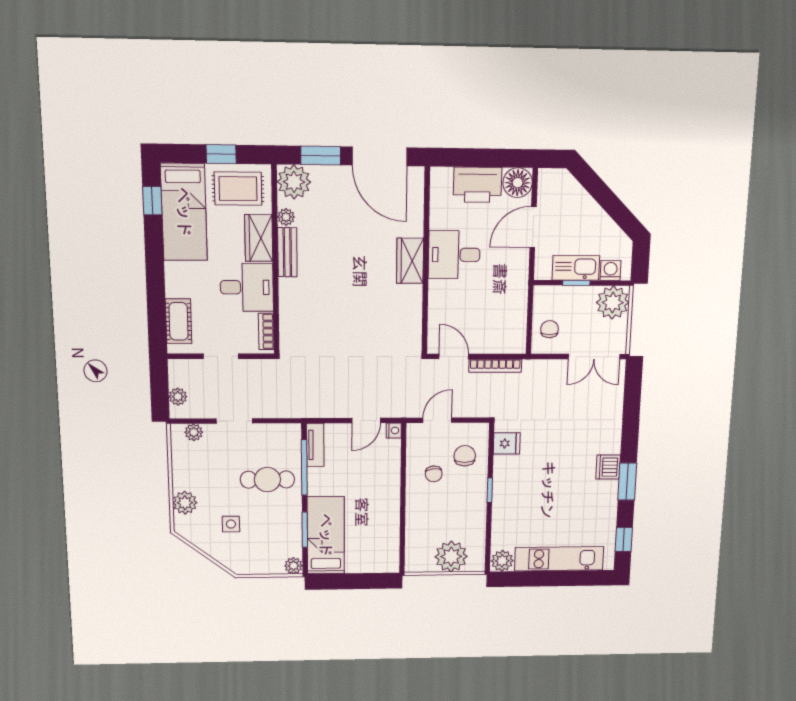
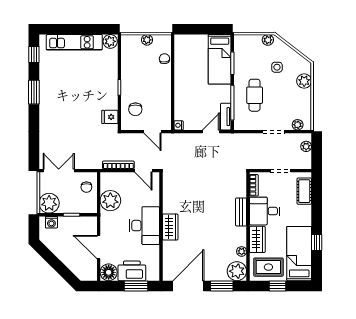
door: (380, 156) -> (188, 286), hinge flipped
window: (471, 158) -> (136, 286), added
window: (152, 201) -> (317, 242), moved
door: (533, 227) -> (99, 247), swing flipped
bench: (287, 252) -> (241, 212), moved
desk: (454, 255) -> (144, 226), width x1.37
kitchen sink: (576, 268) -> (72, 224), removed
plant: (510, 306) -> (110, 201), added
door: (366, 420) -> (211, 132), moved
door: (437, 420) -> (152, 132), hinge flipped
dishwasher: (608, 467) -> (46, 102), removed
chair: (434, 474) -> (164, 59), moved
cafe table: (267, 480) -> (255, 95), turned 90
plant: (451, 557) -> (147, 40), width x0.53, depth x0.53
plant: (294, 566) -> (268, 40), moved

